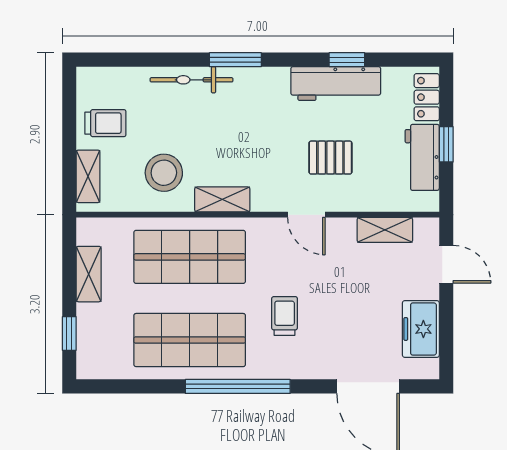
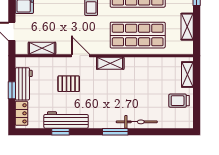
stool: (164, 173) -> (150, 76), removed
shelving: (222, 199) -> (110, 63), moved

